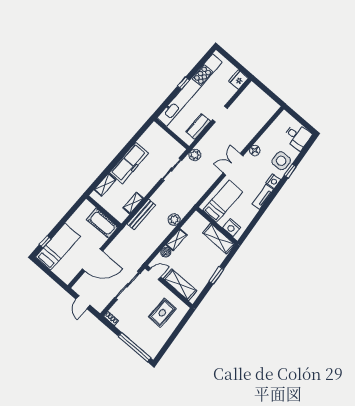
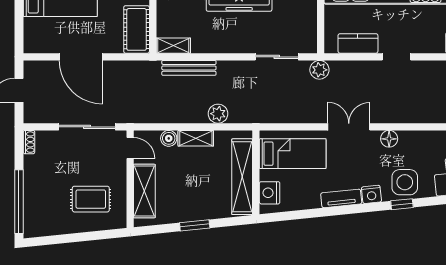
shelving: (133, 203) -> (173, 46), moved
shelving: (219, 239) -> (242, 177), width x1.47

